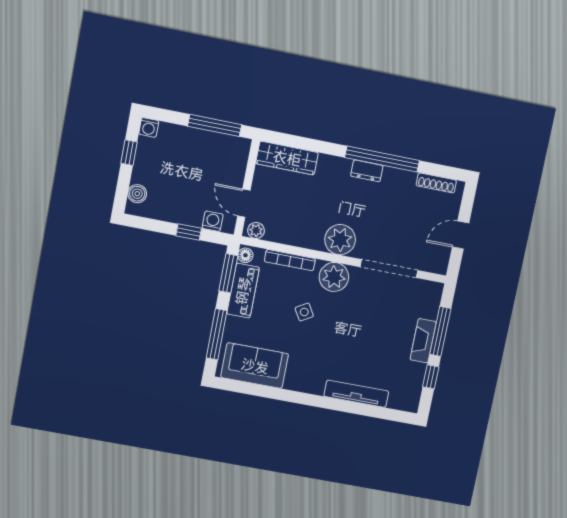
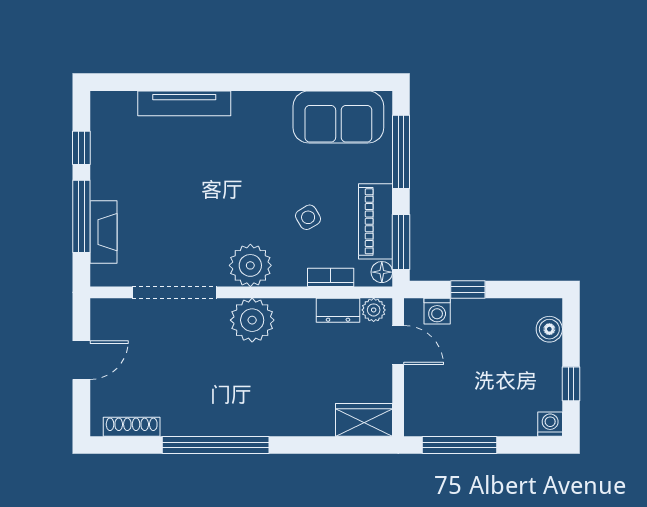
wardrobe: (287, 158) -> (364, 420), width x0.67
dresser: (367, 171) -> (338, 310), moved, turned 180
bookcase: (290, 260) -> (331, 277), width x0.64
side table: (304, 312) -> (308, 217), moved
fireplace: (423, 341) -> (103, 232), moved

